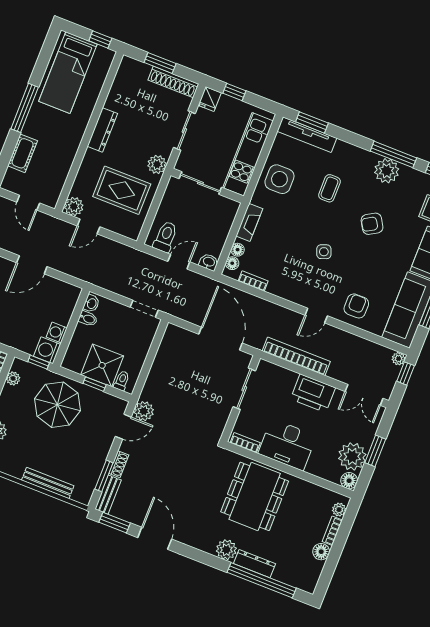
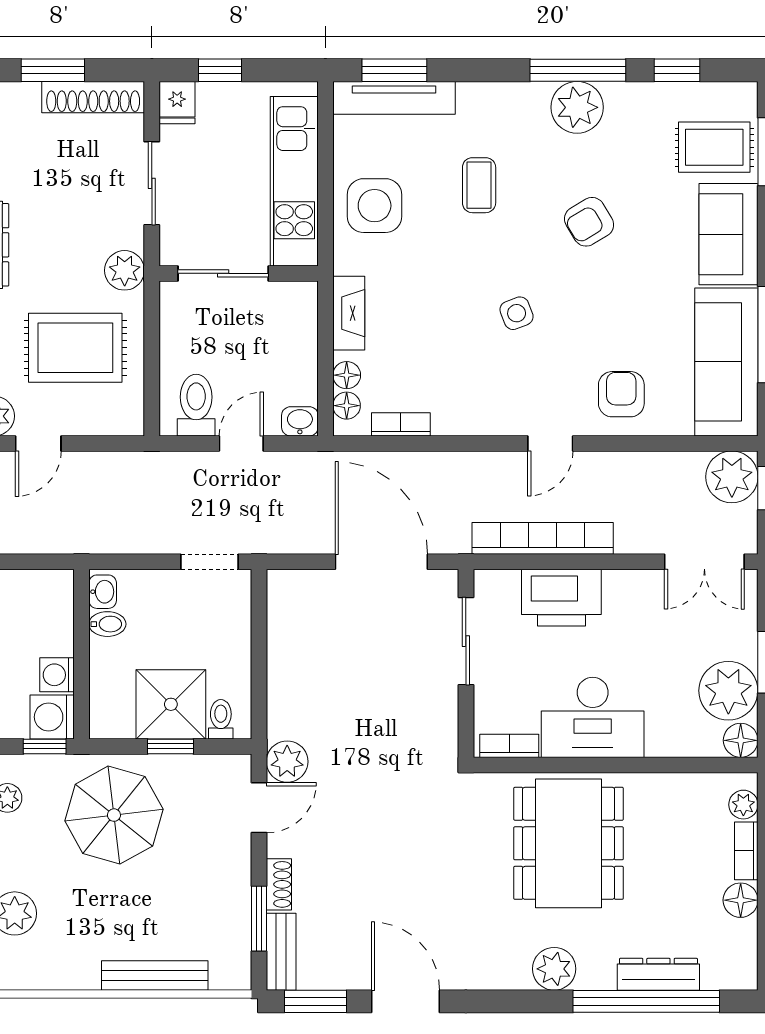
plant: (399, 359) -> (732, 477), width x1.88, depth x1.88
printer: (313, 393) -> (561, 598), moved
dresser: (255, 564) -> (658, 974), moved

